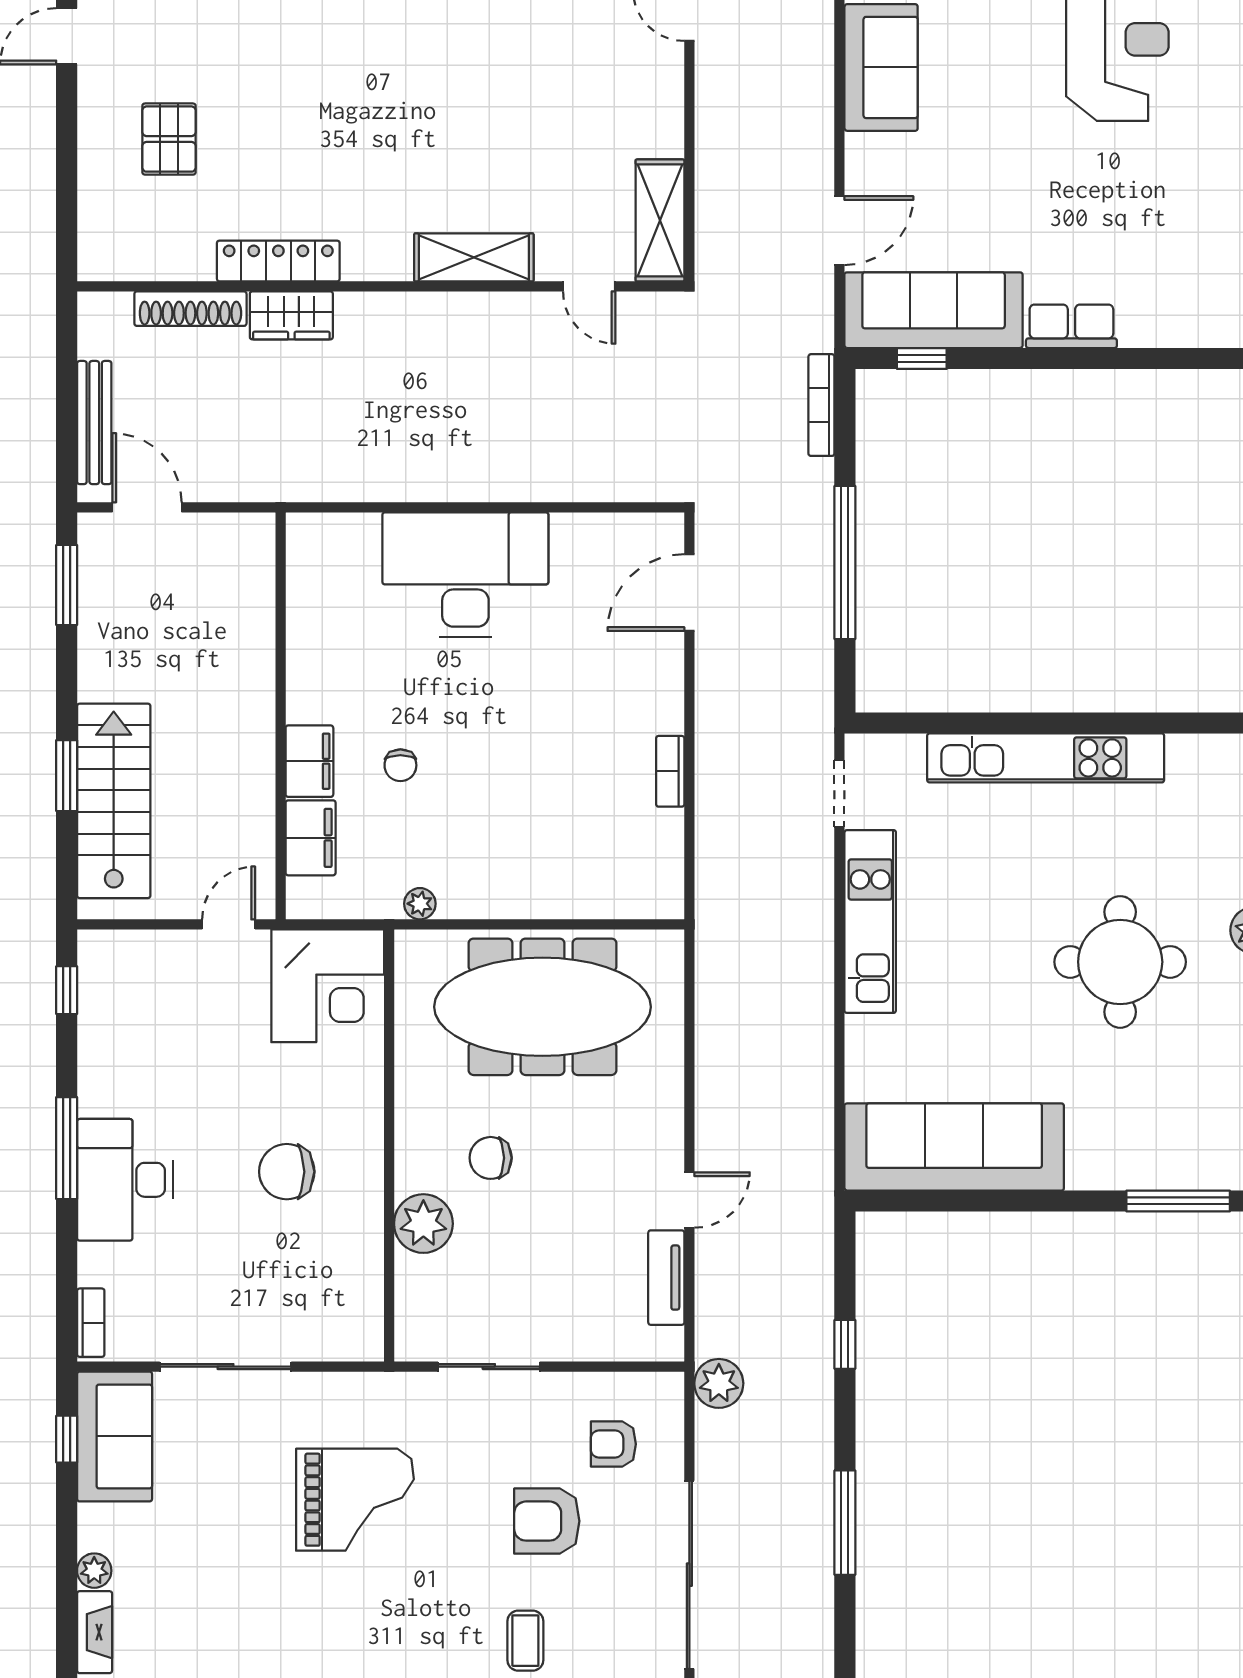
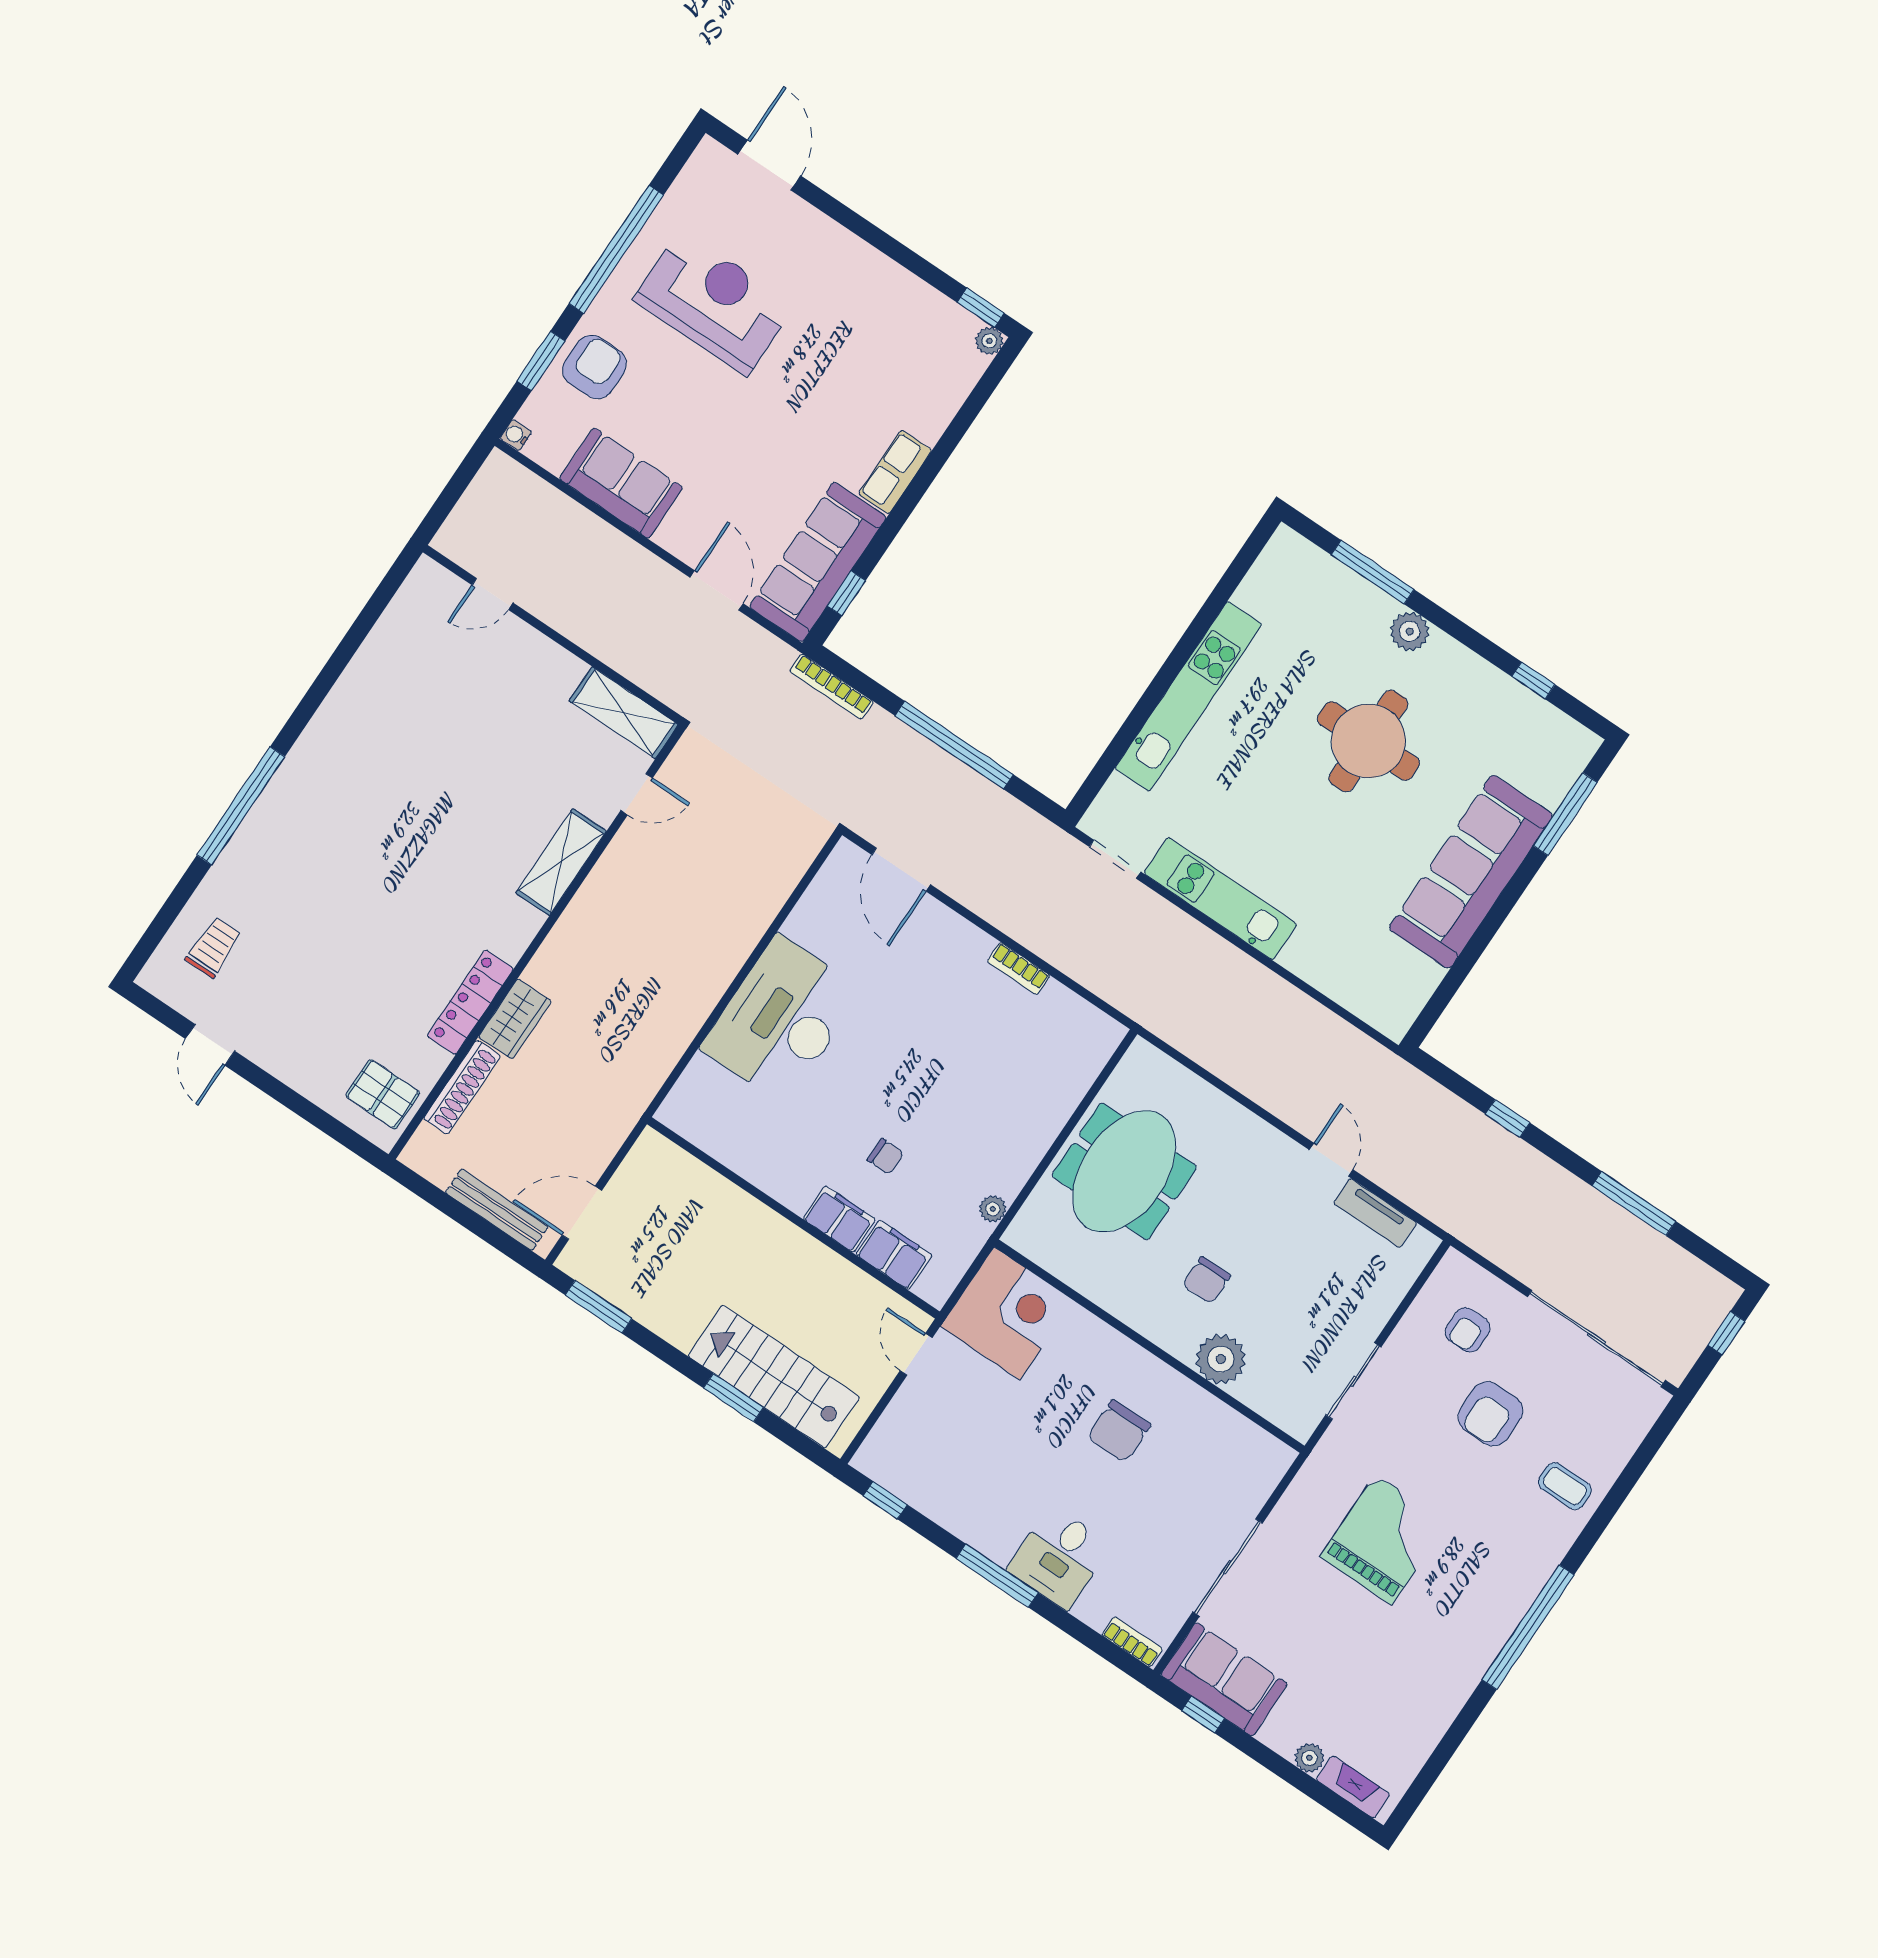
pallet: (169, 139) -> (383, 1094), moved
meeting table: (542, 1007) -> (1124, 1171), width x0.73
sofa: (954, 1147) -> (1471, 872), moved
desk: (125, 1180) -> (1059, 1557), width x0.73
plant: (719, 1383) -> (1475, 1226), removed

